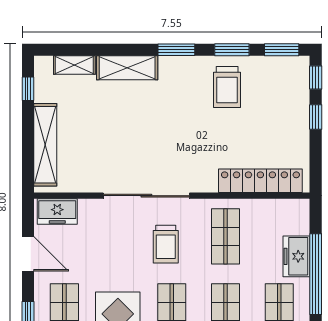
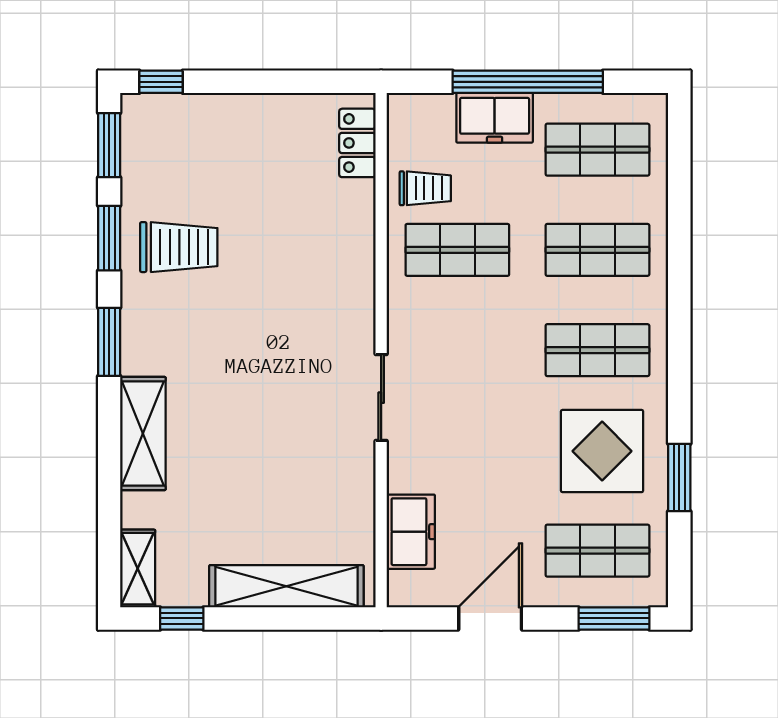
shelving: (74, 65) -> (138, 569), moved
window: (316, 117) -> (235, 82), removed
locker: (260, 181) -> (357, 143), width x0.46, depth x0.83
sliding door: (146, 196) -> (381, 398), width x0.54
freezer: (57, 211) -> (411, 532), moved
trolley: (166, 244) -> (425, 188), moved, width x0.73, depth x0.72

